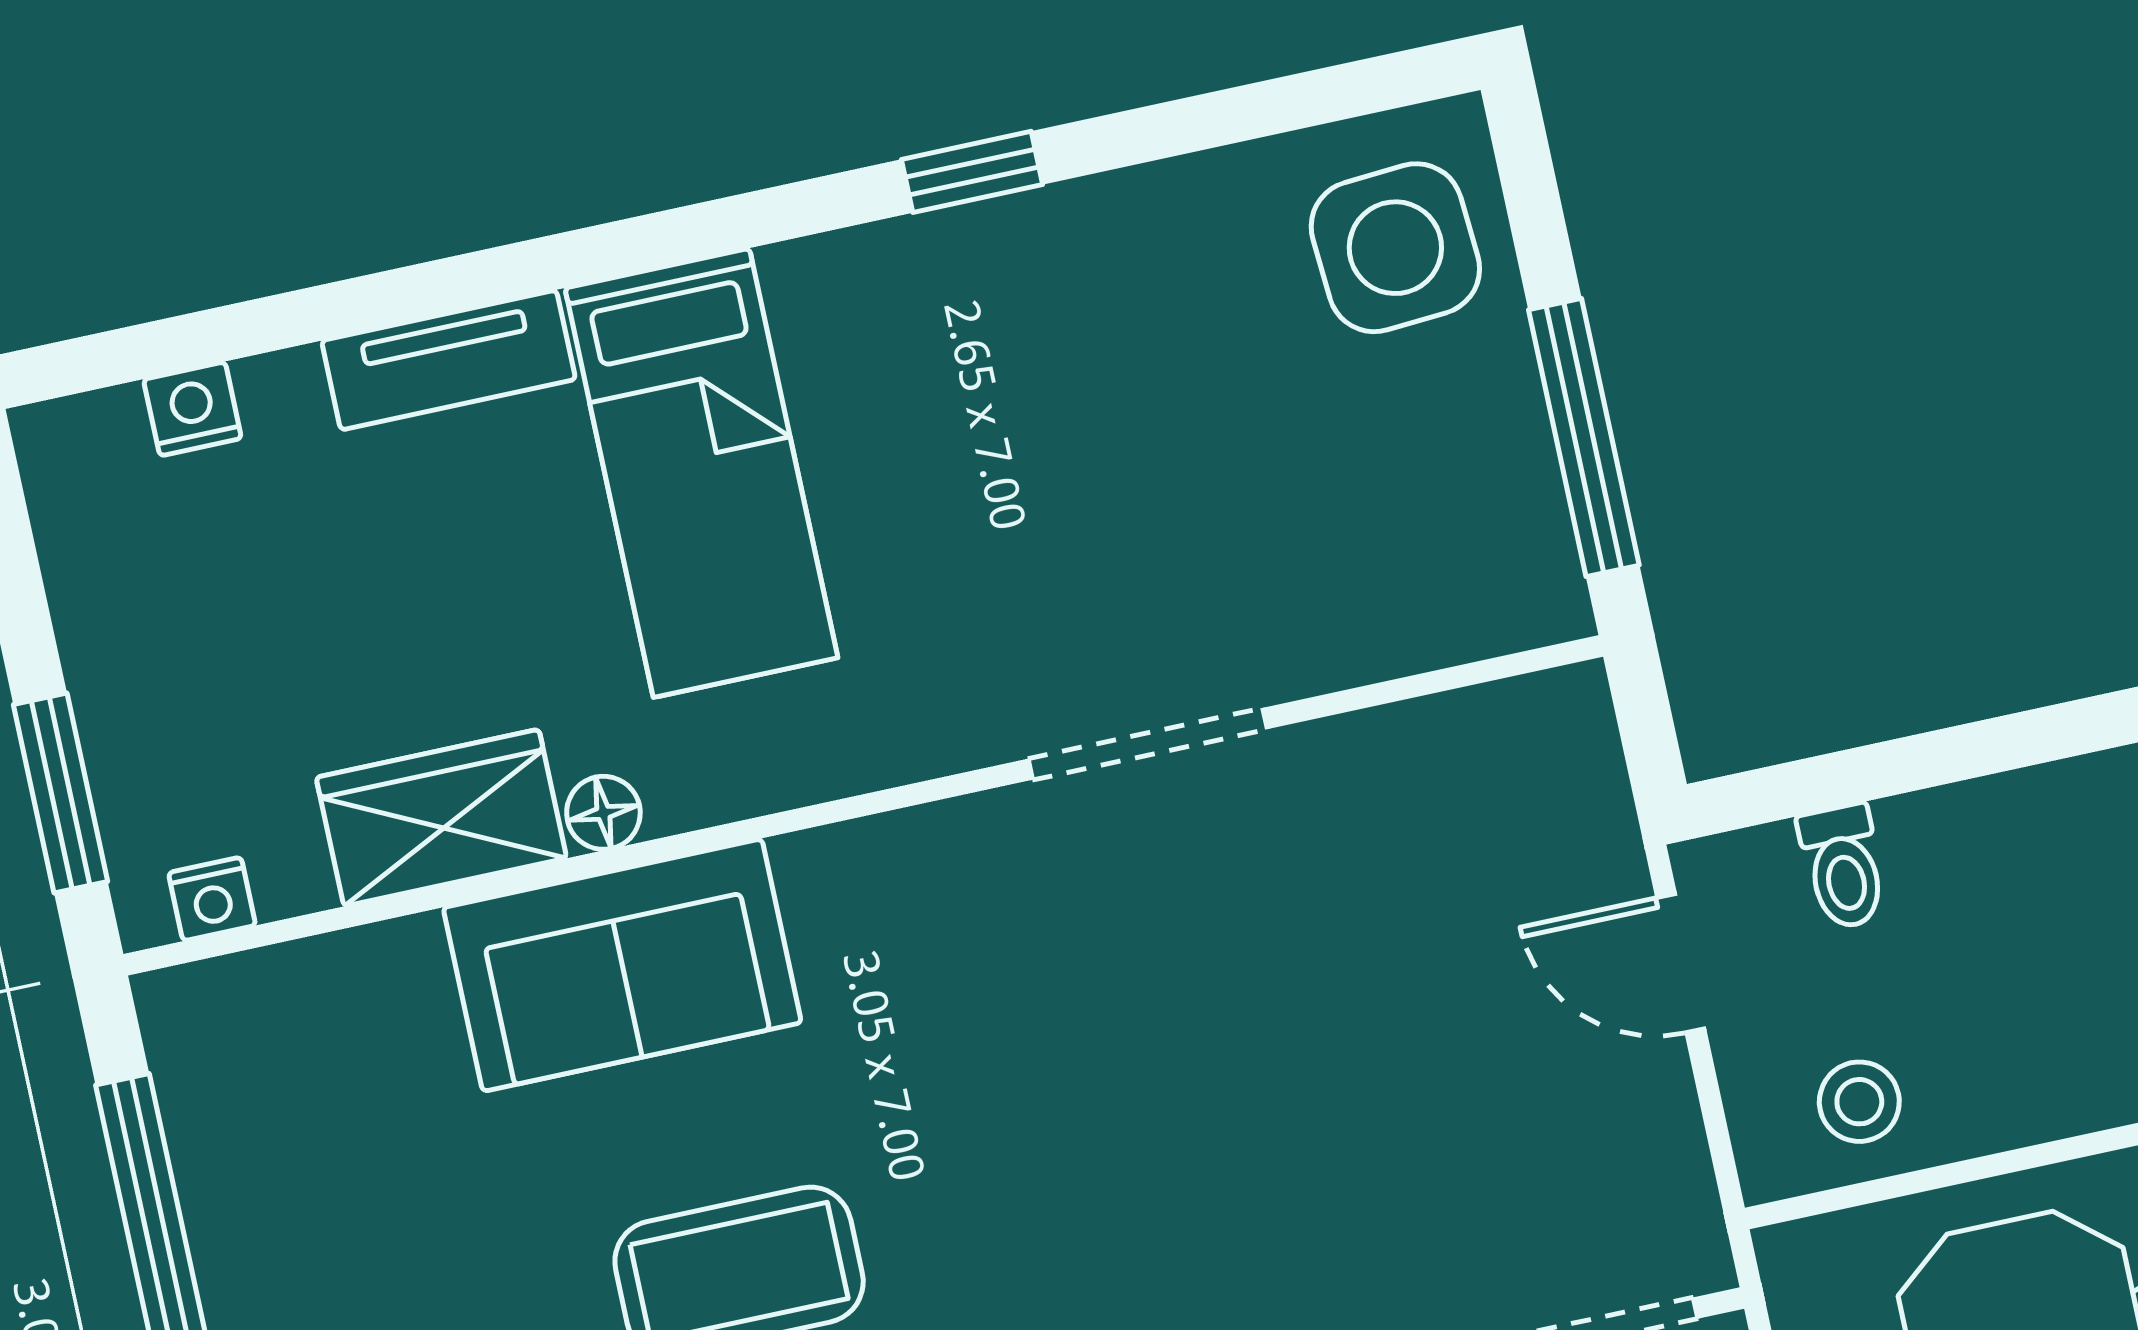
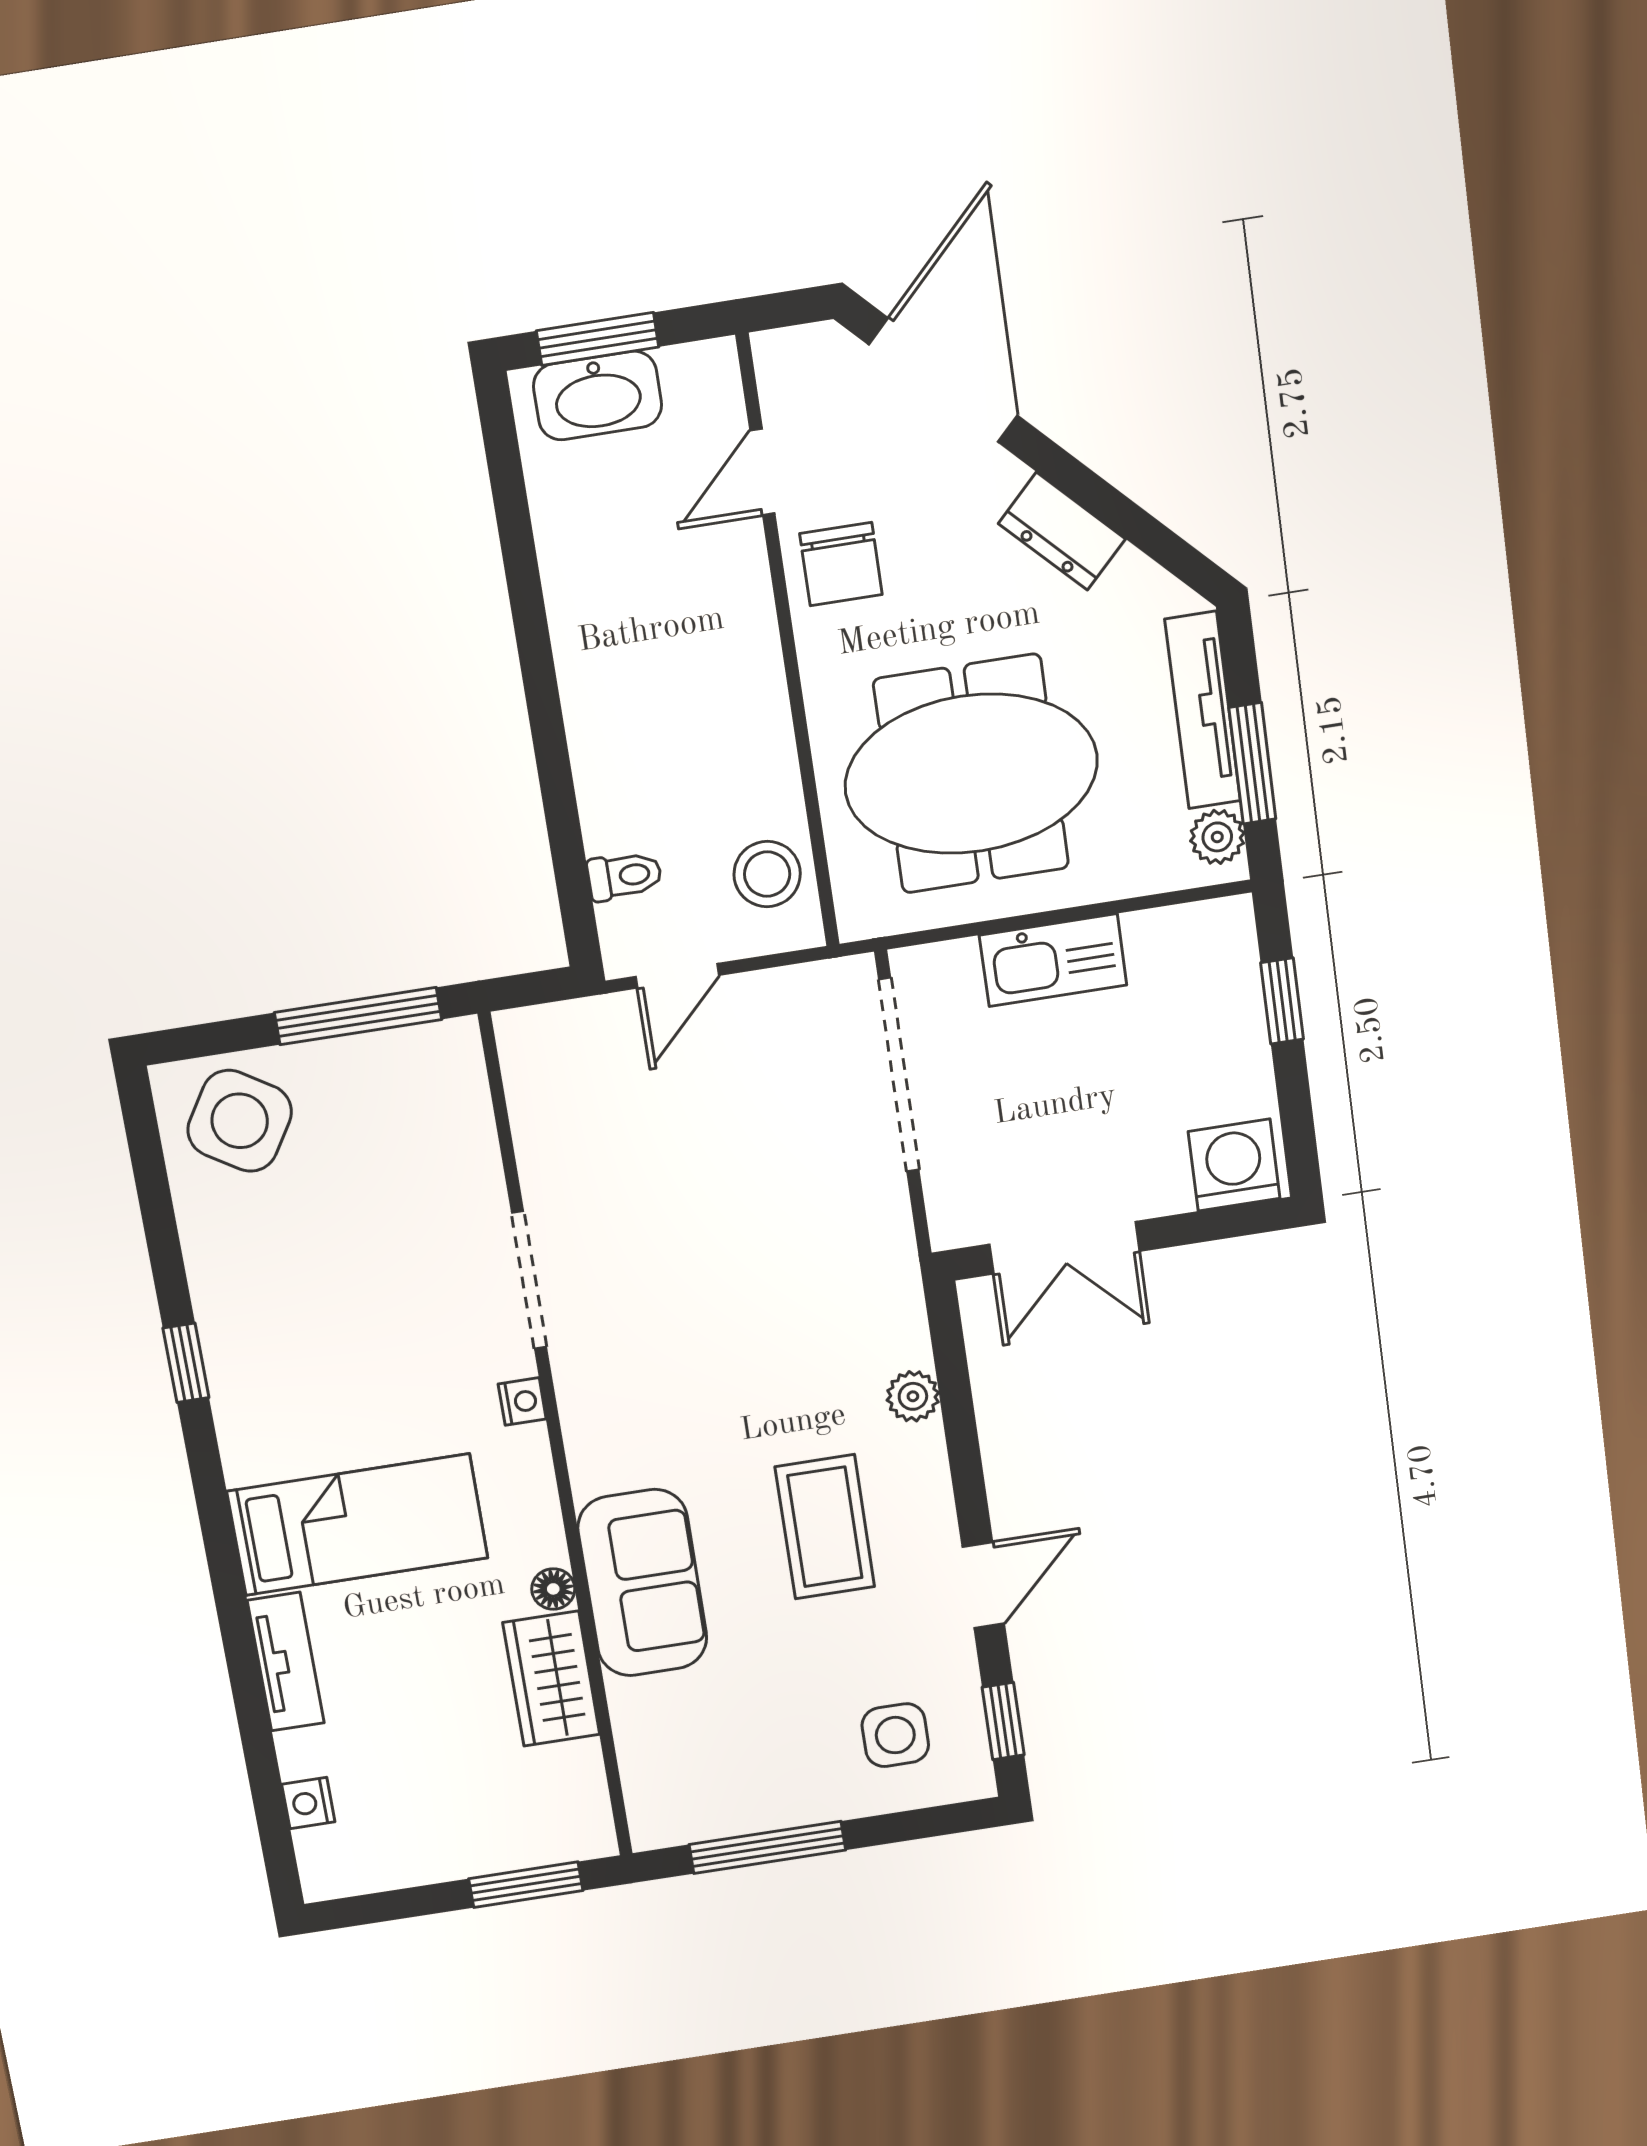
side table: (1395, 248) -> (240, 1121), turned 36
nightstand: (212, 899) -> (522, 1401), moved
stool: (1859, 1102) -> (767, 874), width x1.37, depth x1.37

